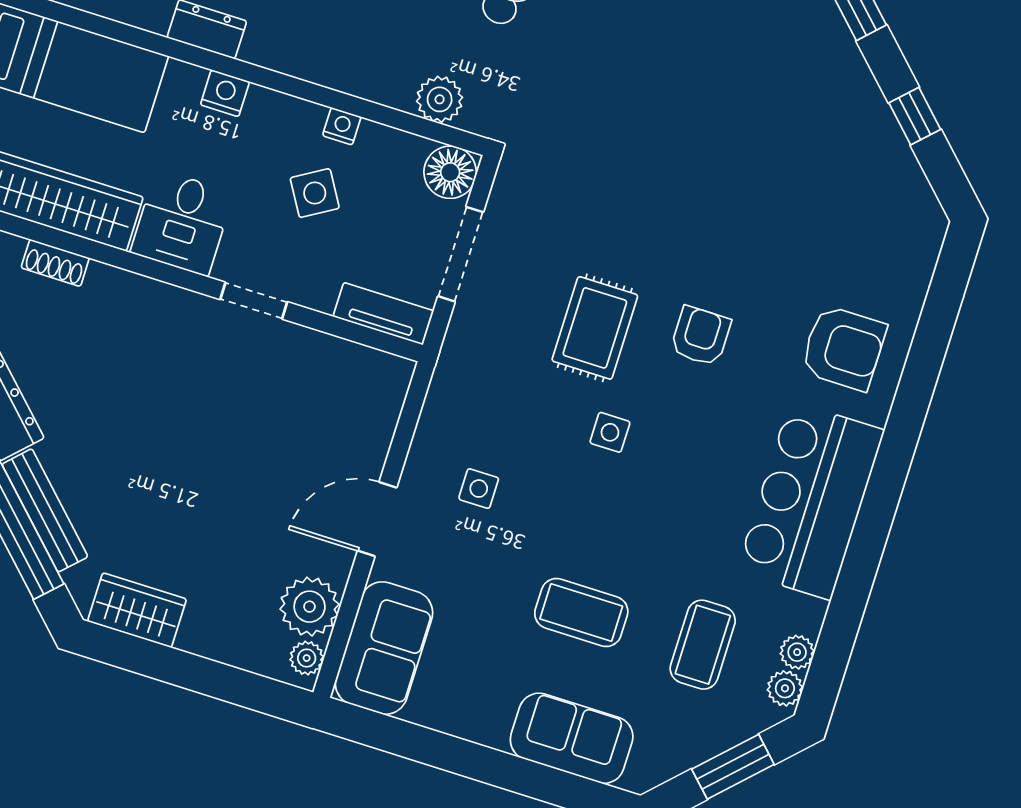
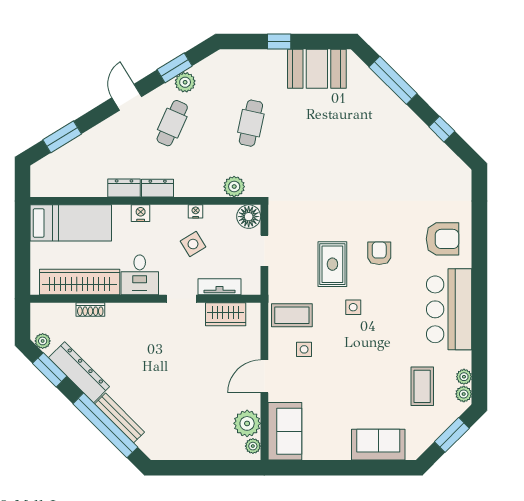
dresser: (277, 52) -> (158, 188), added
doorway: (461, 254) -> (264, 251), width x0.73
tv unit: (383, 314) -> (219, 287), moved
wardrobe: (137, 610) -> (226, 314), moved, turned 180
coffee table: (581, 612) -> (292, 315), moved

